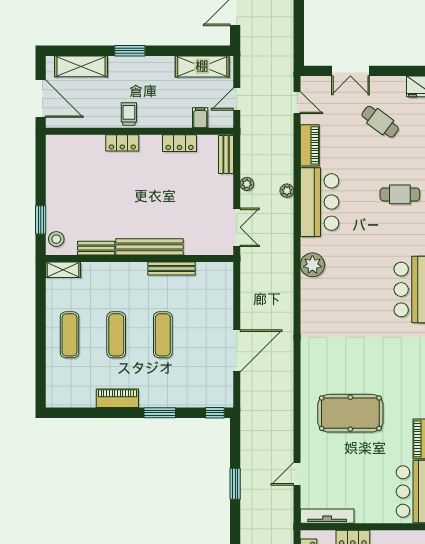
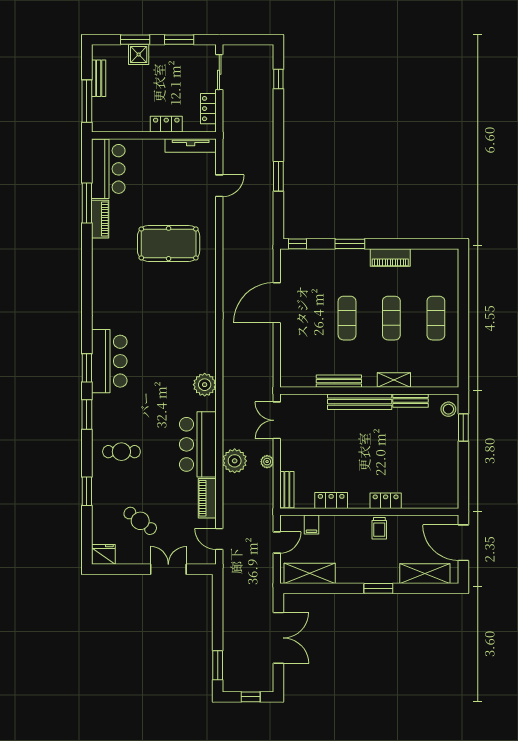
plant: (287, 191) -> (235, 461), width x1.88, depth x1.88
shelving: (63, 270) -> (394, 380), moved

